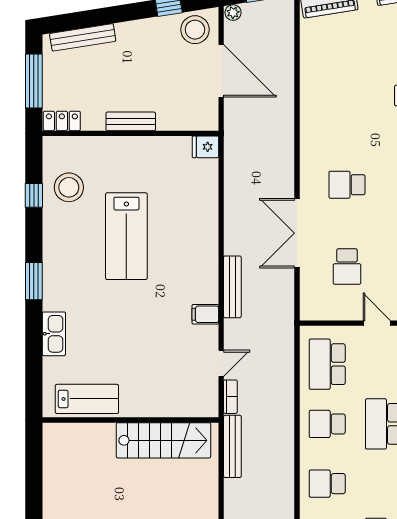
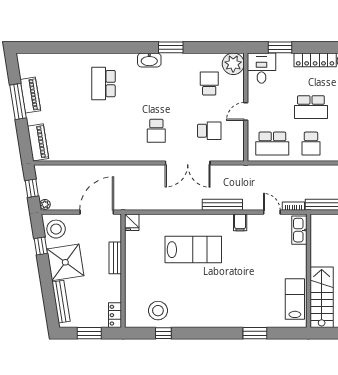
shower: (144, 44) -> (65, 262), added
door: (221, 71) -> (97, 212), moved
window: (34, 81) -> (89, 333), width x0.69
bench: (131, 121) -> (115, 258), moved
lab bench: (126, 236) -> (193, 250), moved
window: (34, 281) -> (255, 333), moved
kitchen sink: (54, 334) -> (299, 230), moved, turned -90
stairs: (163, 440) -> (322, 297), moved

